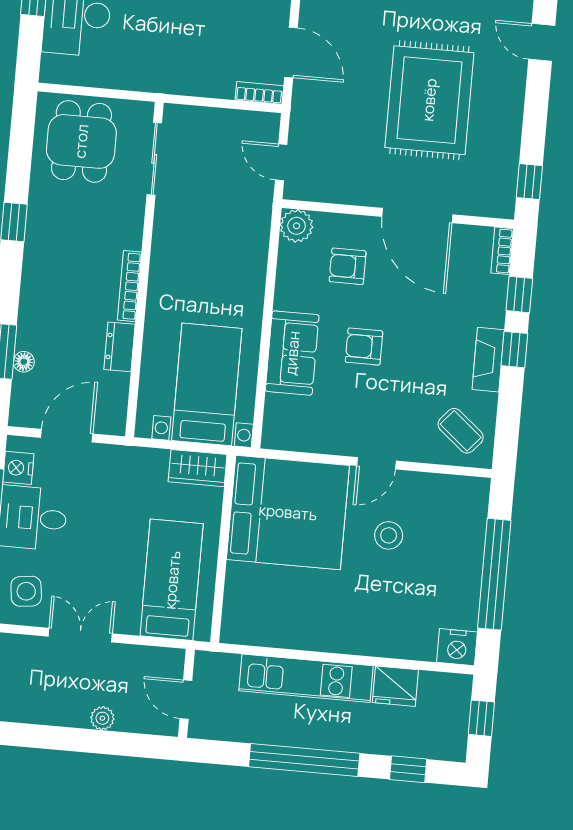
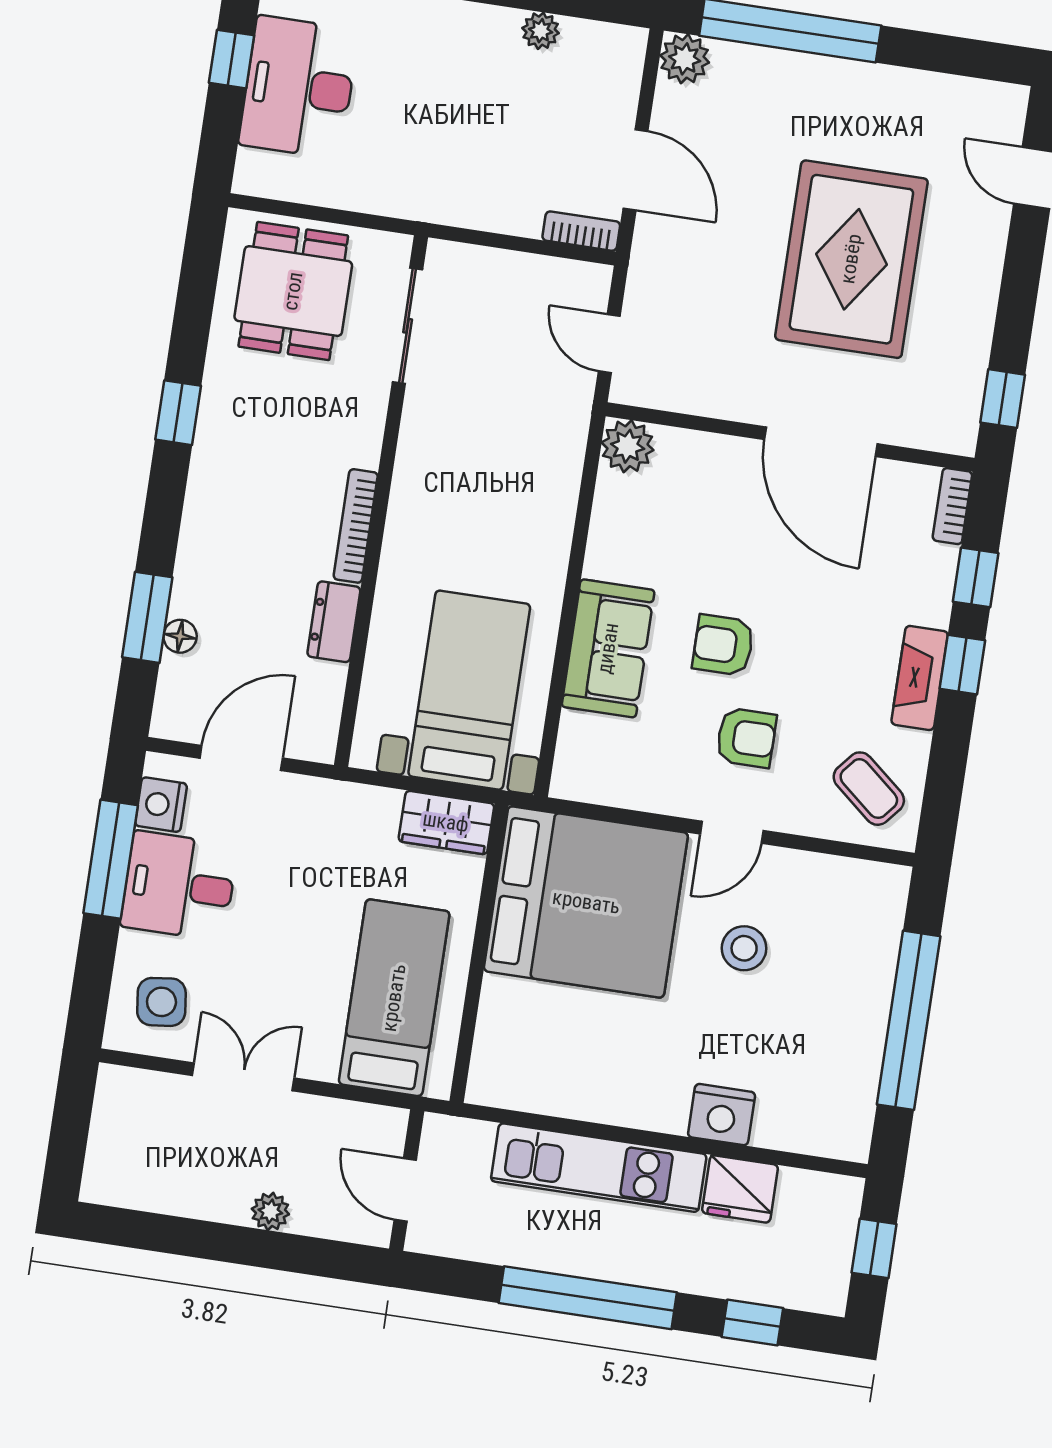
armchair: (348, 266) -> (746, 738), moved, turned 180
nightstand: (457, 647) -> (722, 1115), moved

